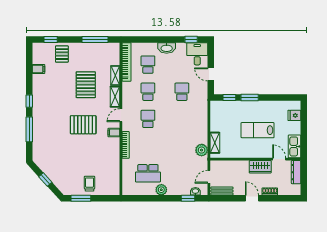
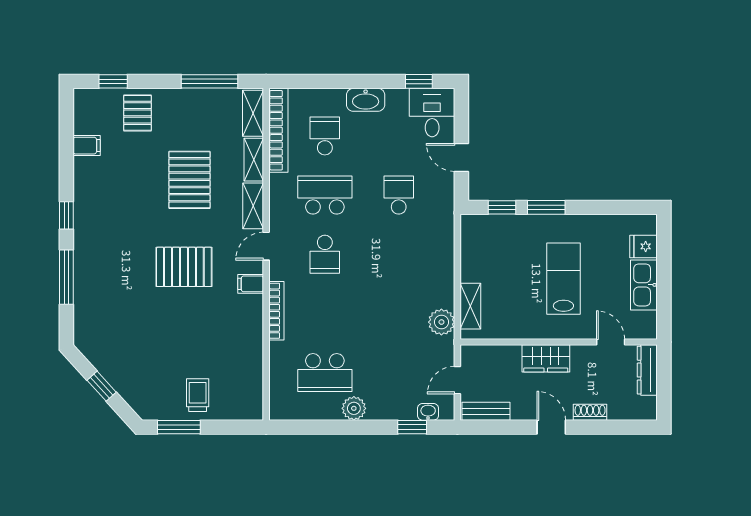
shelving: (115, 54) -> (253, 113), added
school desk: (148, 92) -> (325, 195), width x1.85
school desk: (148, 119) -> (325, 254), turned 180
lab bench: (258, 130) -> (563, 279), turned 90
kitchen sink: (295, 146) -> (644, 285), moved
wardrobe: (260, 167) -> (546, 358), moved

